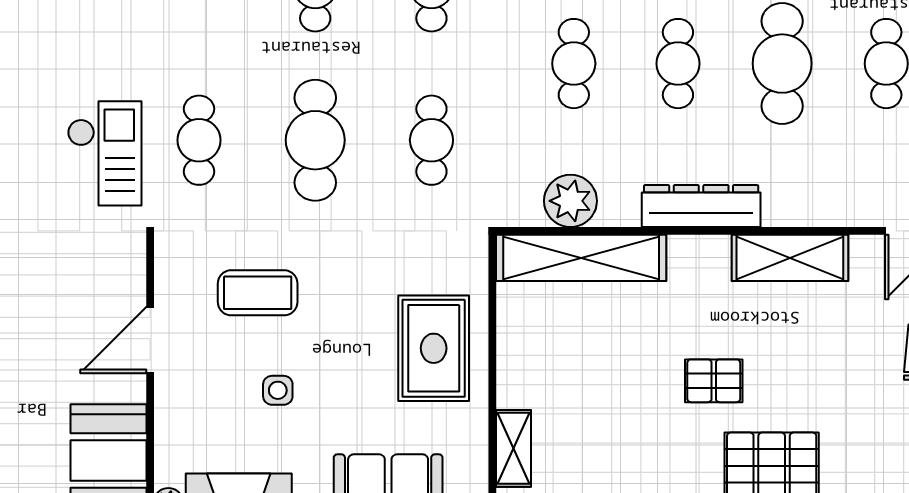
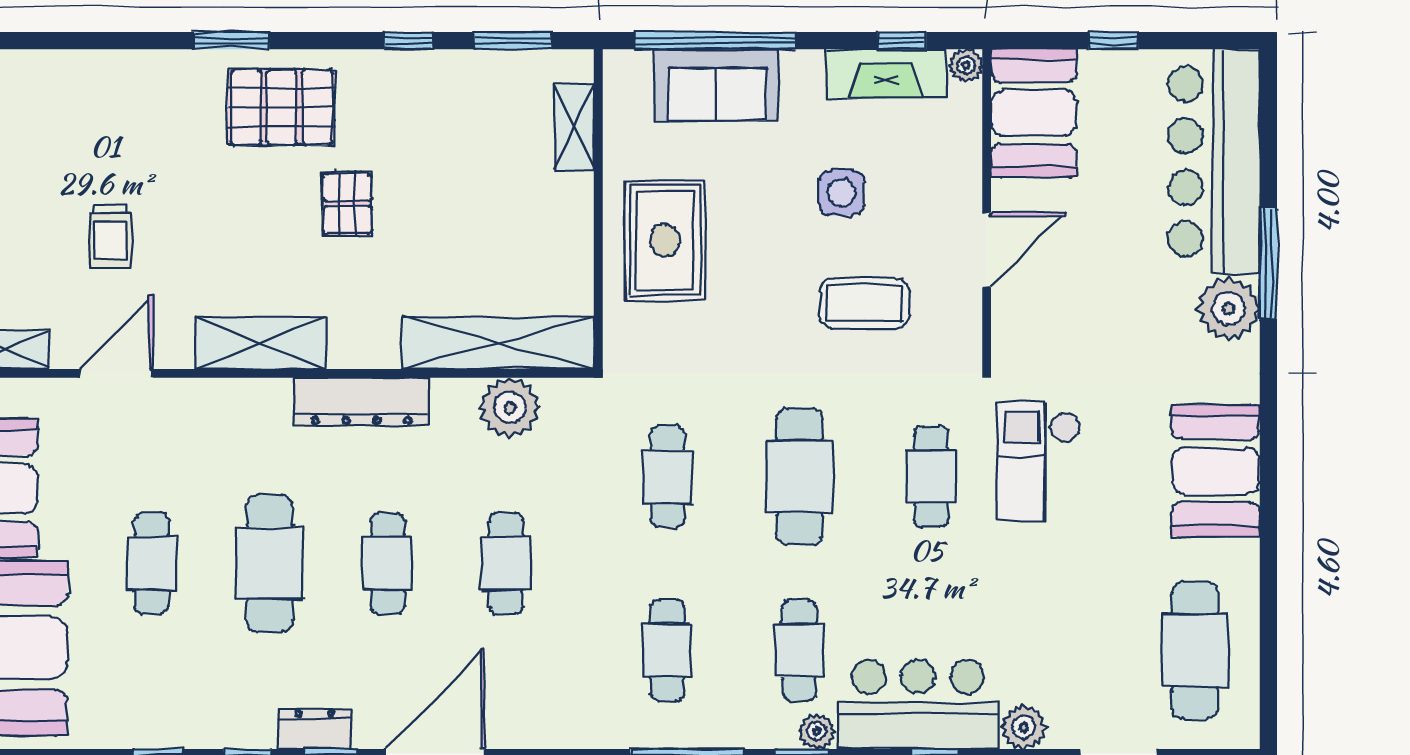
pallet: (714, 381) -> (347, 204), turned 90
side table: (278, 390) -> (842, 193), width x1.37, depth x1.37

